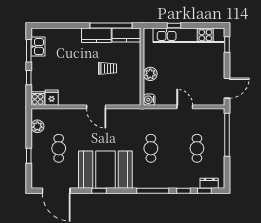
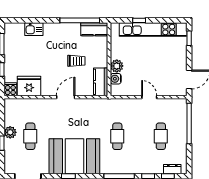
kitchen counter: (96, 35) -> (101, 82), moved, turned 90
kitchen sink: (38, 46) -> (34, 29), moved, turned 90
fridge: (52, 98) -> (29, 86), width x1.88, depth x1.34
water cooler: (149, 100) -> (116, 79), moved
door: (96, 107) -> (66, 97), swing flipped
plant: (37, 126) -> (10, 132), moved

